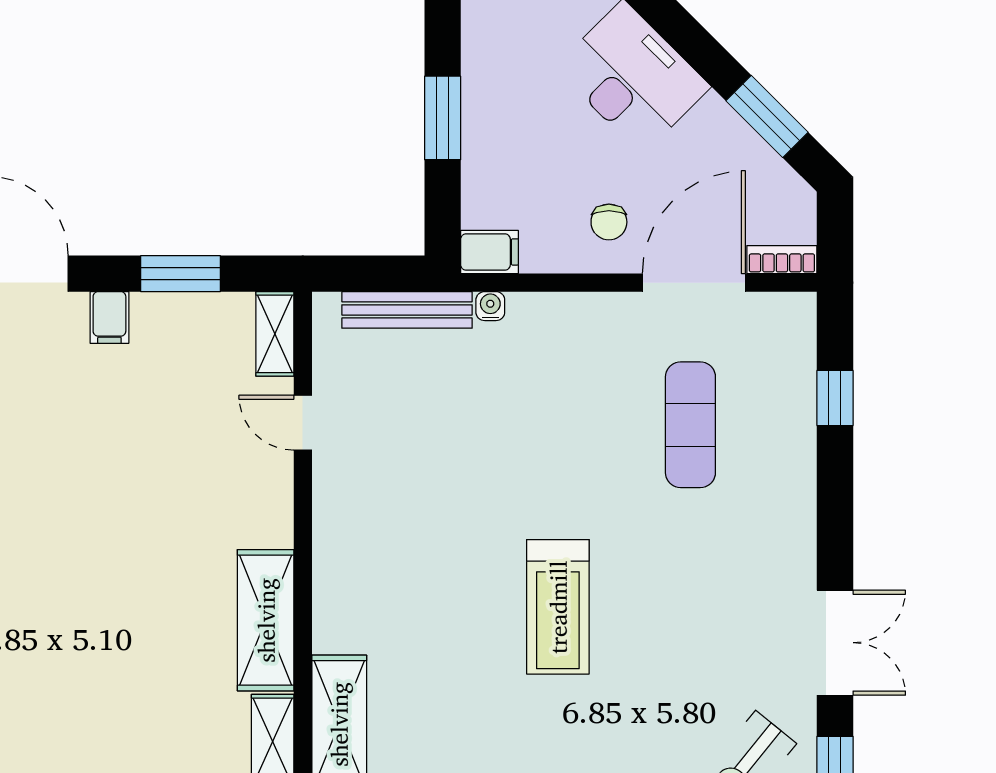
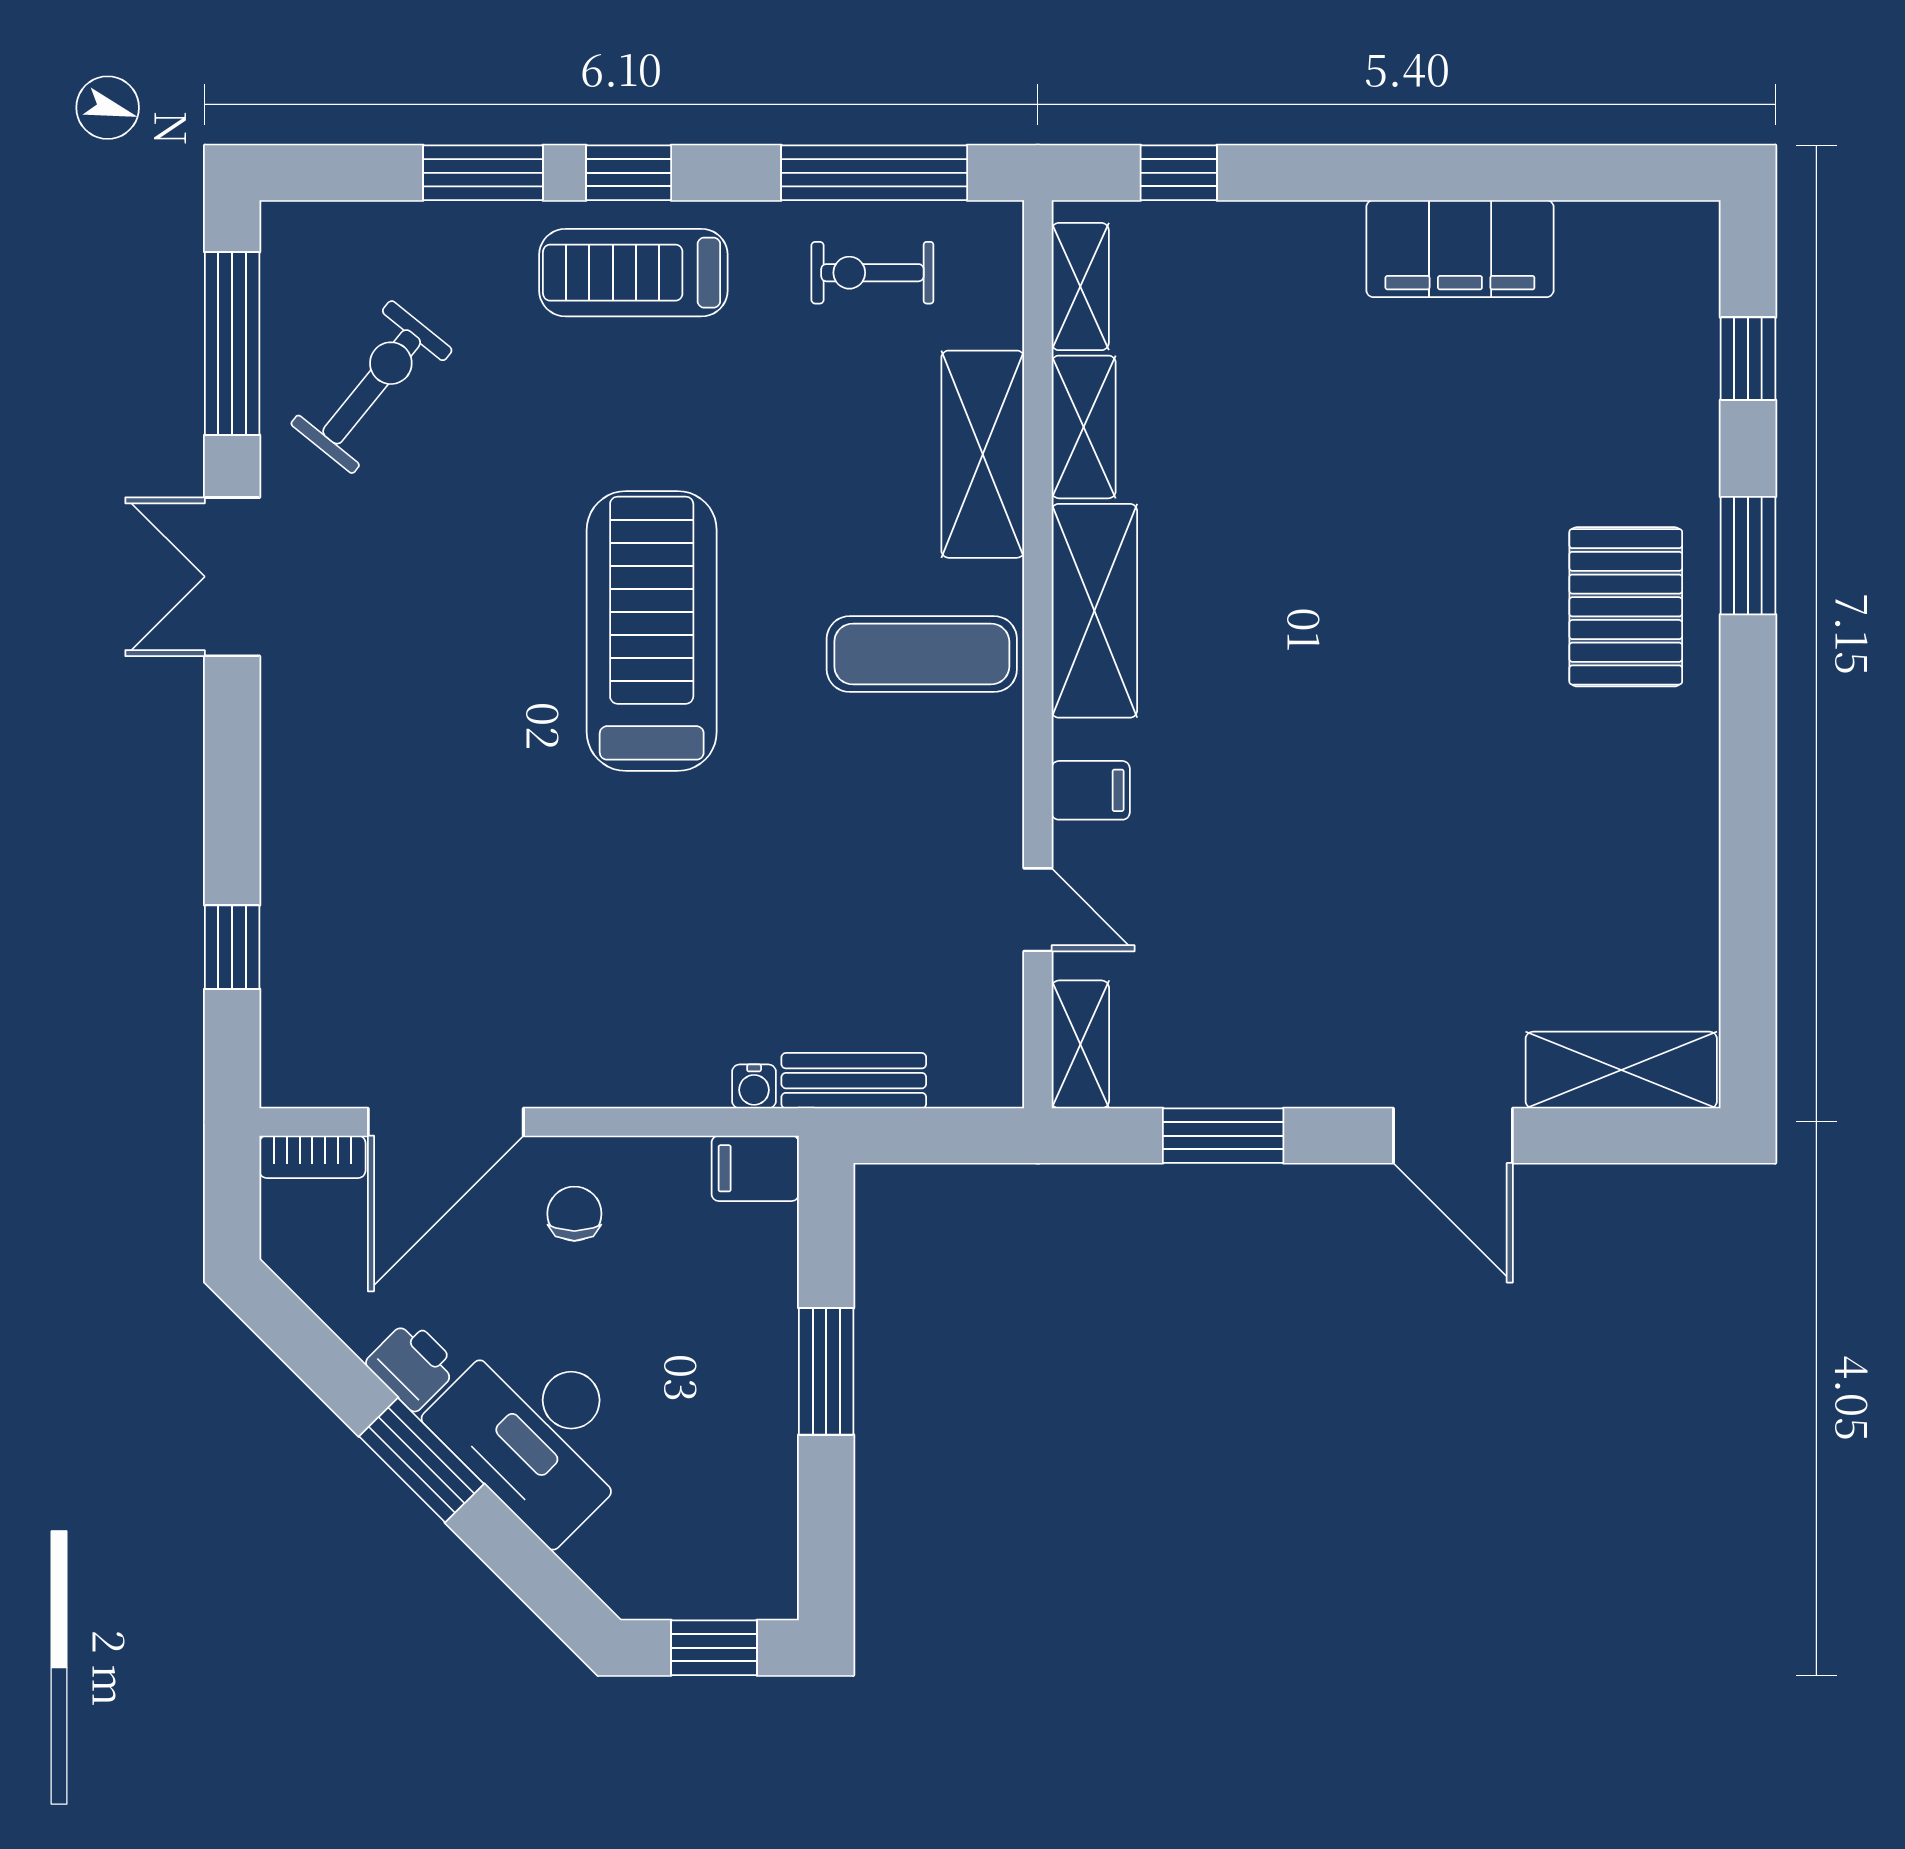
window: (767, 116) -> (421, 1460), moved
printer: (716, 122) -> (412, 1365), added
bench: (407, 310) -> (854, 1081), width x0.73
filing cabinet: (109, 317) -> (1091, 790), moved, turned 90
exercise mat: (690, 425) -> (922, 654), moved, turned 90
treadmill: (558, 607) -> (652, 631), width x1.37, depth x1.38

